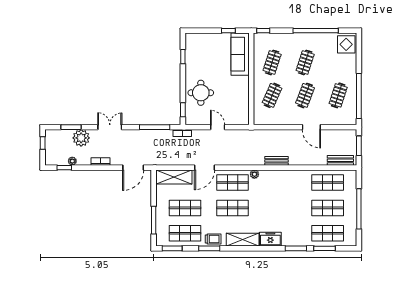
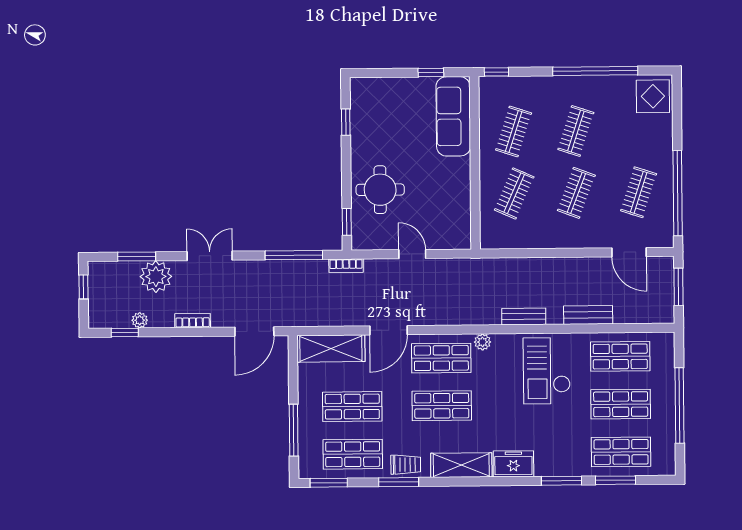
door: (311, 127) -> (629, 252), moved
bench: (340, 160) -> (588, 315), moved
checkout: (289, 190) -> (547, 371), added

